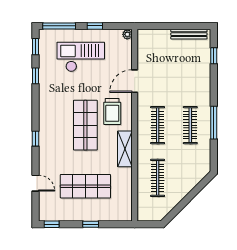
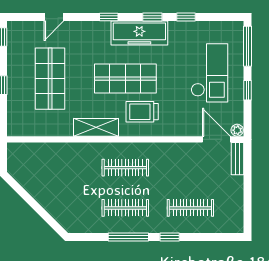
bench: (189, 34) -> (238, 159), moved, width x0.73
window: (35, 47) -> (152, 17), moved
window: (214, 56) -> (170, 237), moved
door: (135, 81) -> (216, 139), moved
freezer: (48, 114) -> (139, 33), added
clothes rail: (158, 178) -> (190, 208), moved

